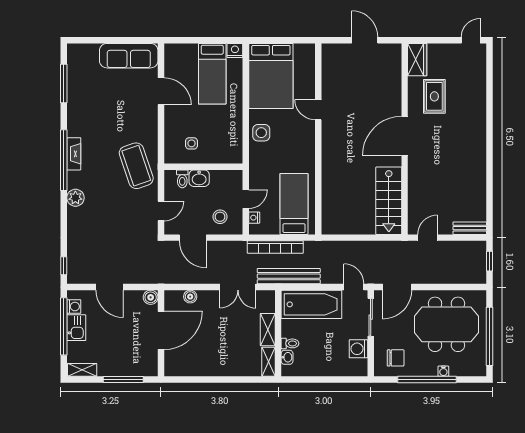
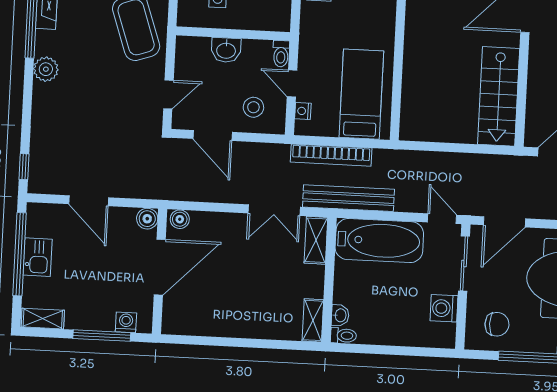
toilet: (182, 179) -> (281, 54), moved
door: (246, 199) -> (292, 84), swing flipped
boiler: (190, 297) -> (180, 219), moved
washing machine: (74, 307) -> (126, 322), moved, turned -90
shelving: (268, 330) -> (316, 240), moved
toilet: (290, 343) -> (343, 335), moved

